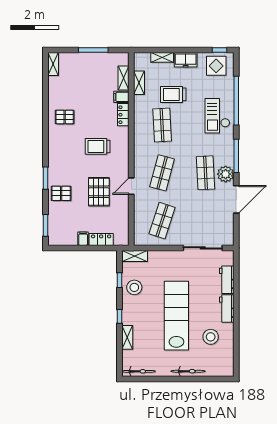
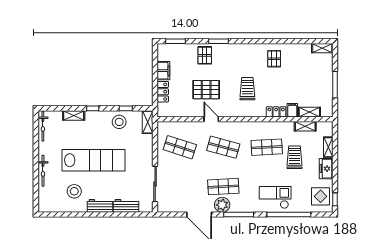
filing cabinet: (83, 239) -> (163, 71), width x2.00

